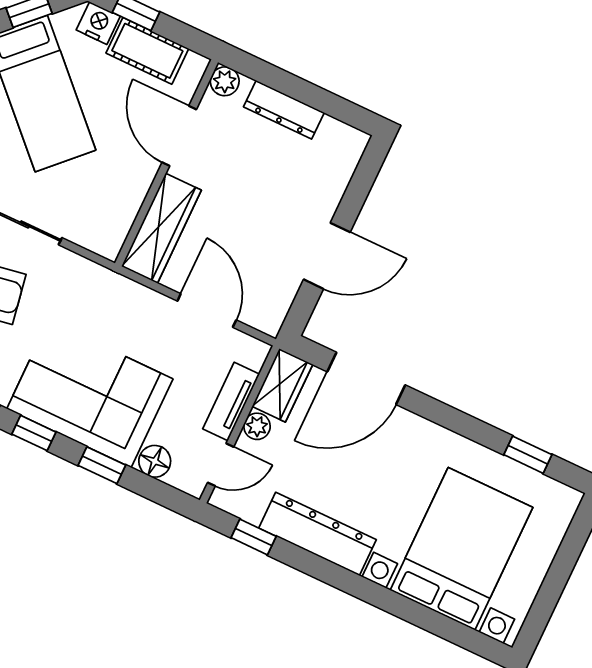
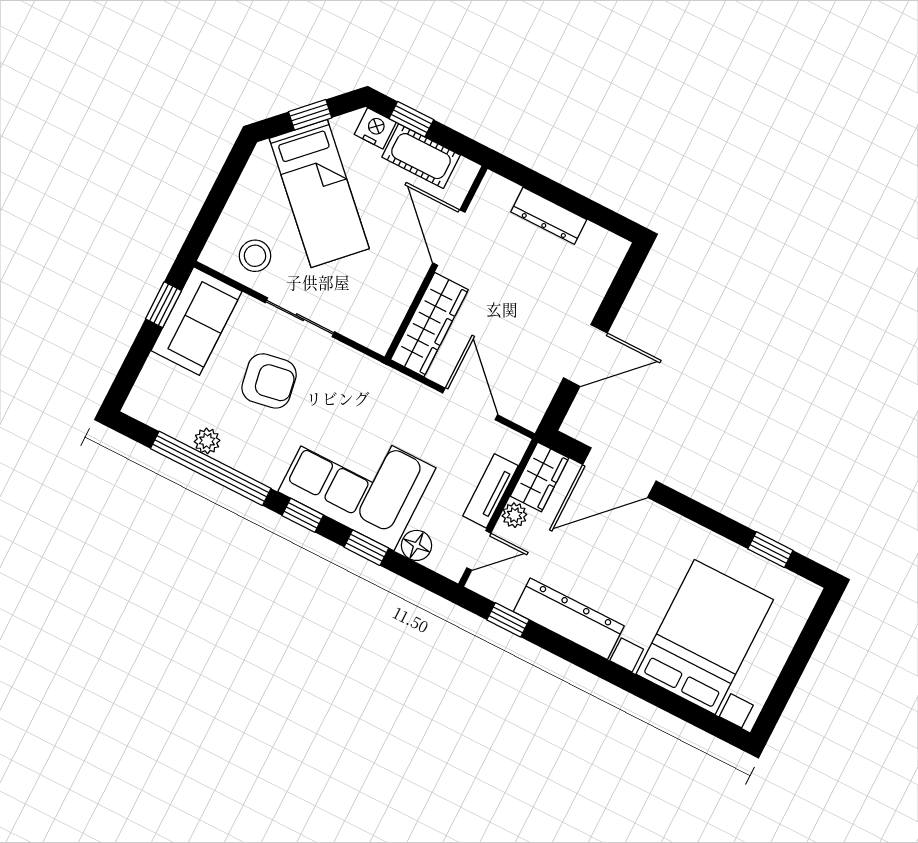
plant: (225, 81) -> (493, 187), removed

